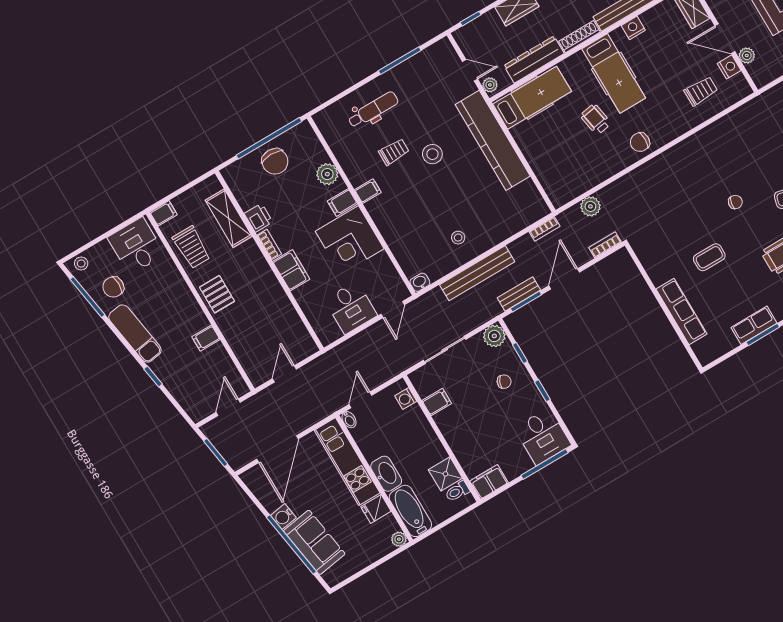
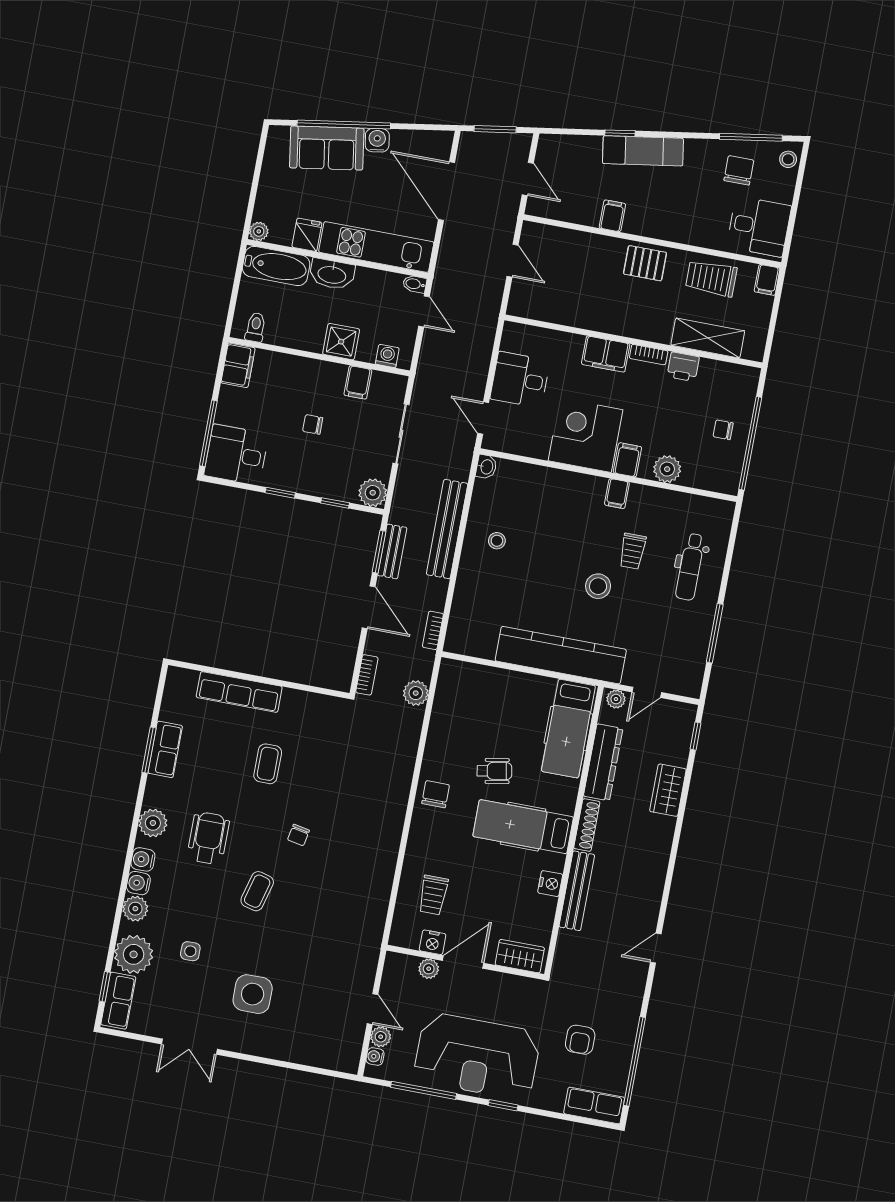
chair: (275, 161) -> (723, 430), width x0.54, depth x0.54
exam couch: (135, 333) -> (643, 151), moved
chair: (504, 382) -> (313, 424), moved, turned 68
shower: (445, 474) -> (341, 342), moved

